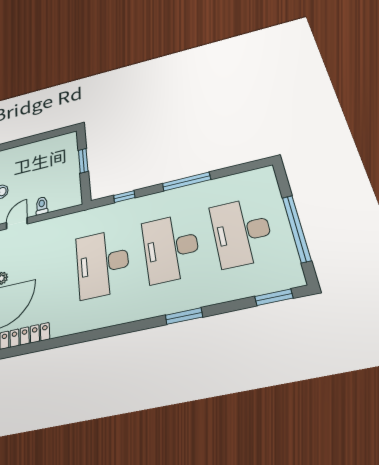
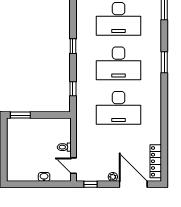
window: (83, 161) -> (20, 115), moved
window: (186, 182) -> (73, 46), width x0.46

